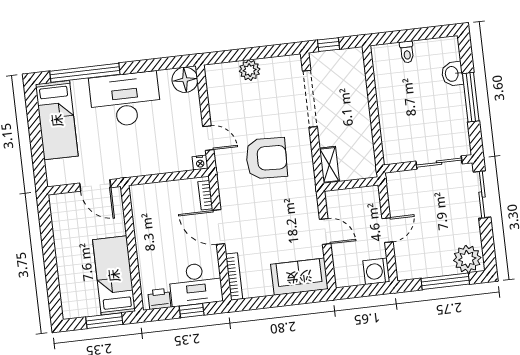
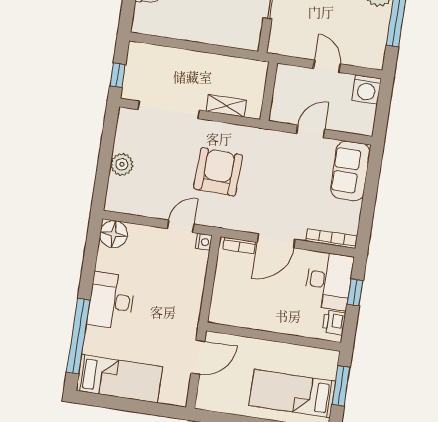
desk: (125, 100) -> (111, 301), width x0.73, depth x0.77
shelving: (329, 165) -> (226, 106), moved
bed: (114, 275) -> (292, 393), moved

